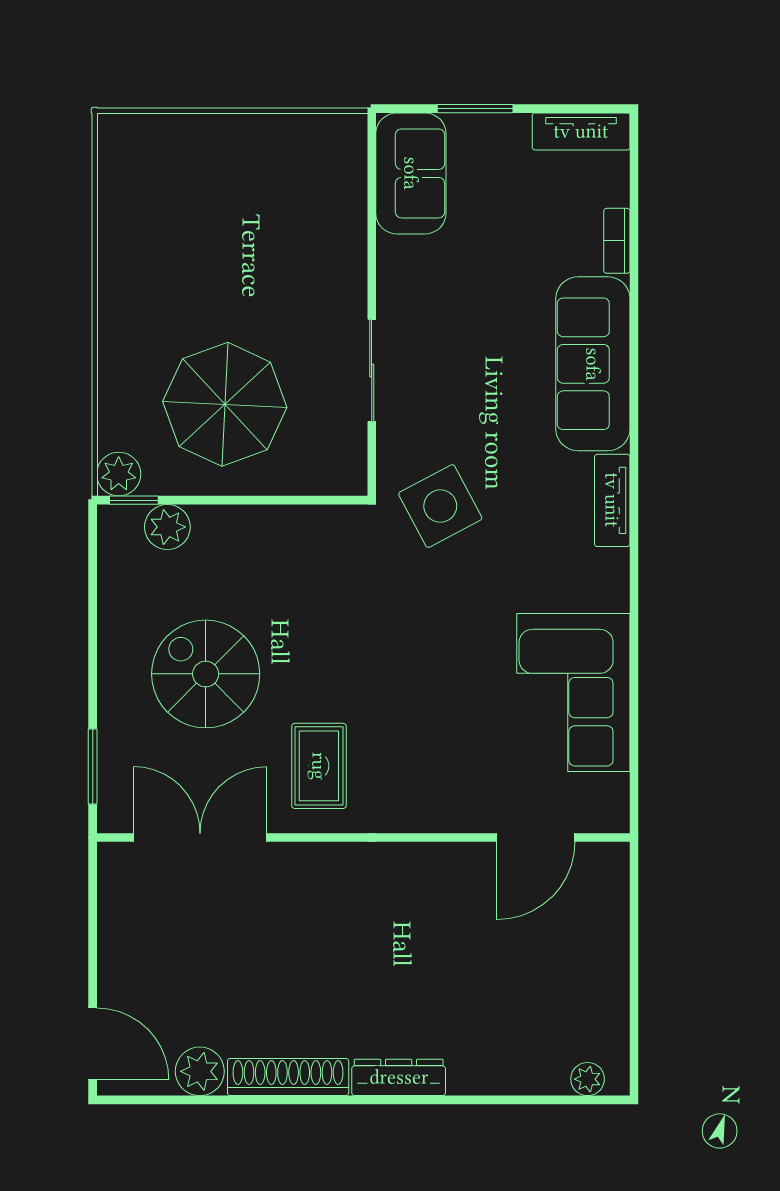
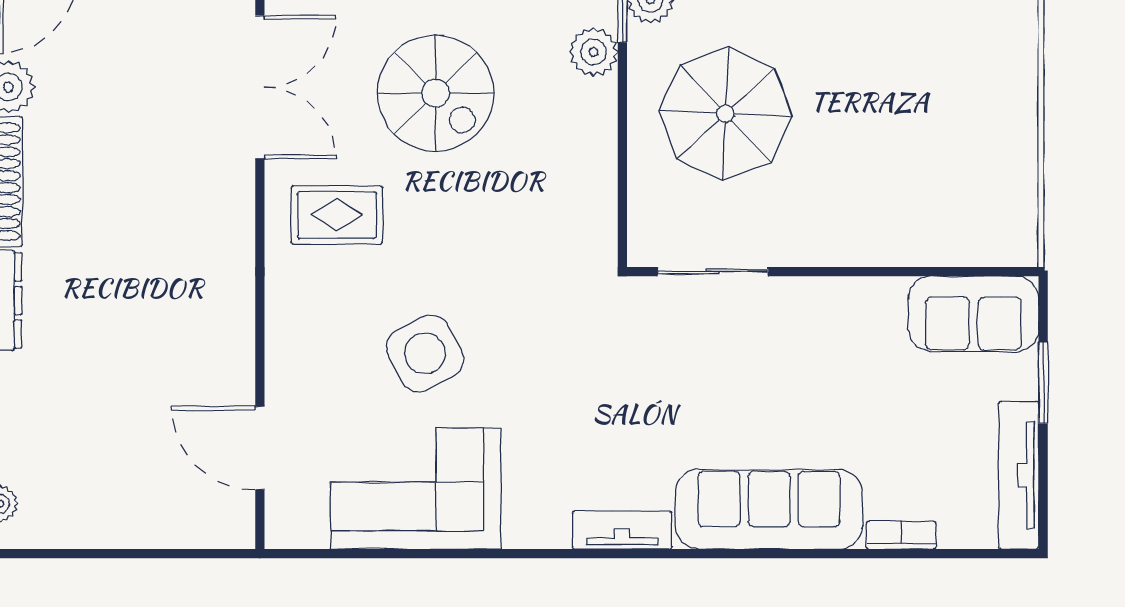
tv unit: (581, 131) -> (1019, 475), width x1.41
sliding door: (372, 370) -> (713, 272), moved
side table: (440, 506) -> (425, 353), moved
spiral stairs: (206, 674) -> (436, 93), turned 90

